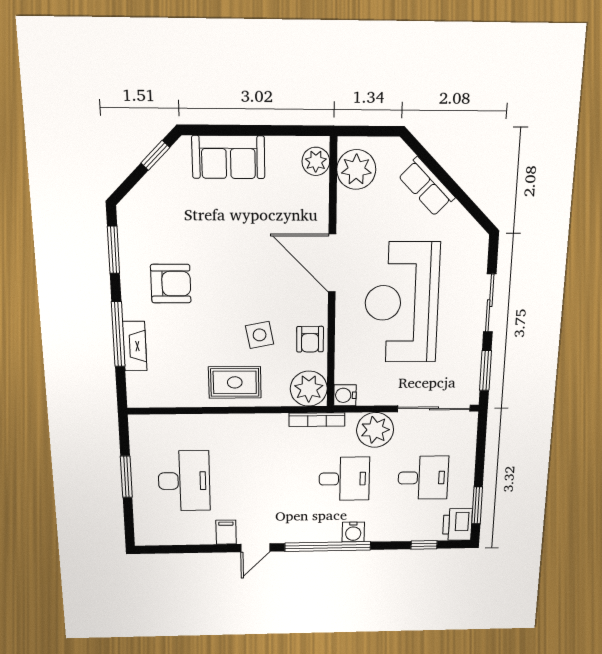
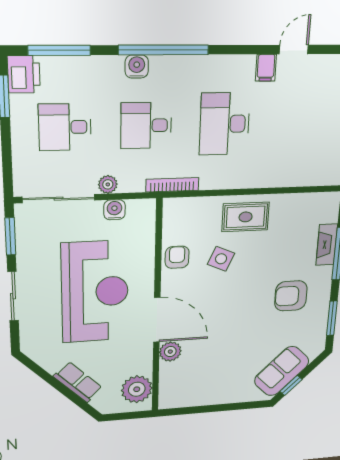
sofa: (228, 157) -> (282, 371), moved, turned -45
plant: (316, 161) -> (170, 352), moved
side table: (260, 335) -> (221, 259), turned 35
plant: (309, 389) -> (179, 214), removed
water cooler: (345, 395) -> (114, 210), moved, turned -90
plant: (375, 430) -> (108, 184), width x0.53, depth x0.53
desk: (184, 481) -> (225, 124), moved
window: (424, 545) -> (59, 50), width x2.17
door: (255, 548) -> (294, 49), moved

